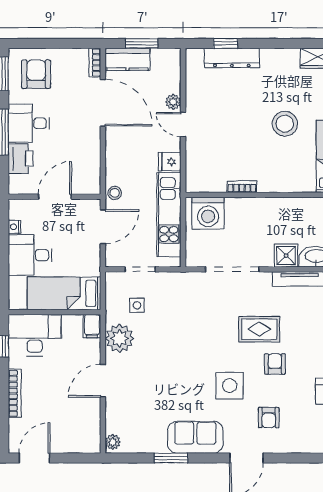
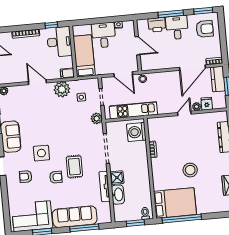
fridge: (170, 162) -> (207, 104), moved
plant: (177, 282) -> (97, 118), added

